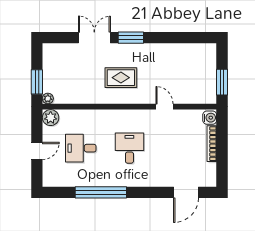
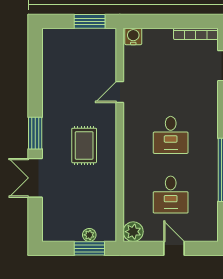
plant: (48, 99) -> (89, 235), moved
bookcase: (212, 144) -> (196, 34), moved
desk: (129, 148) -> (171, 135), turned -90

